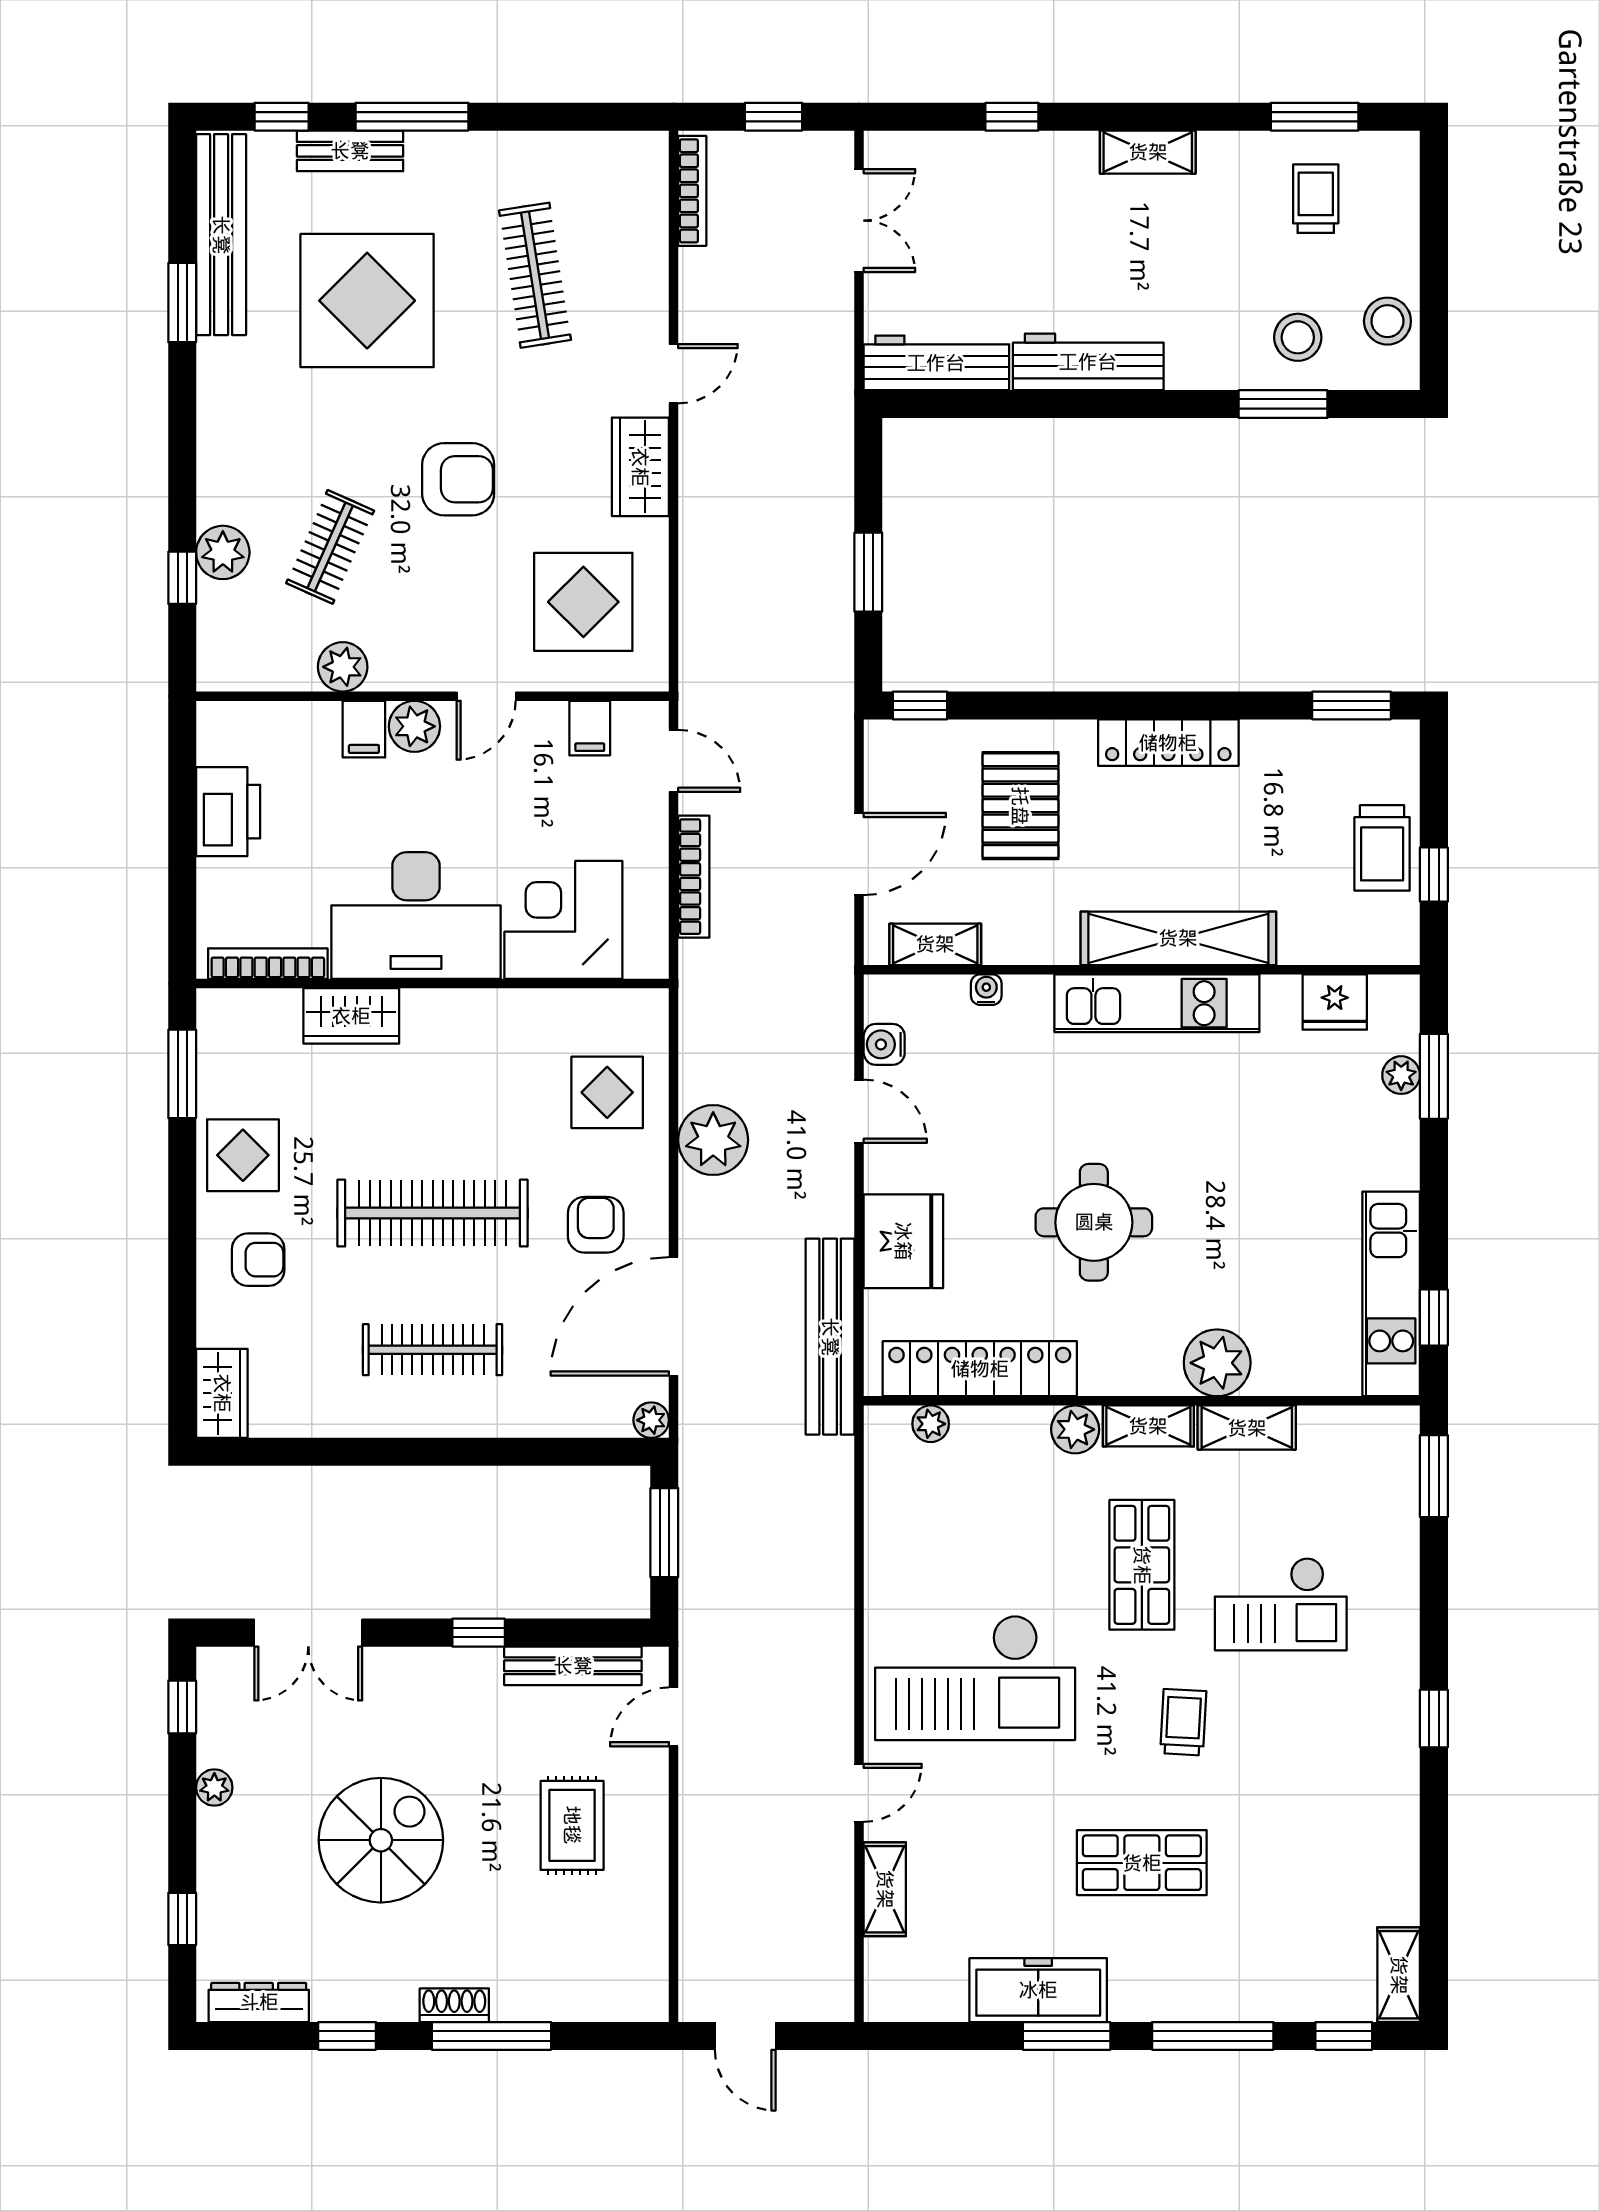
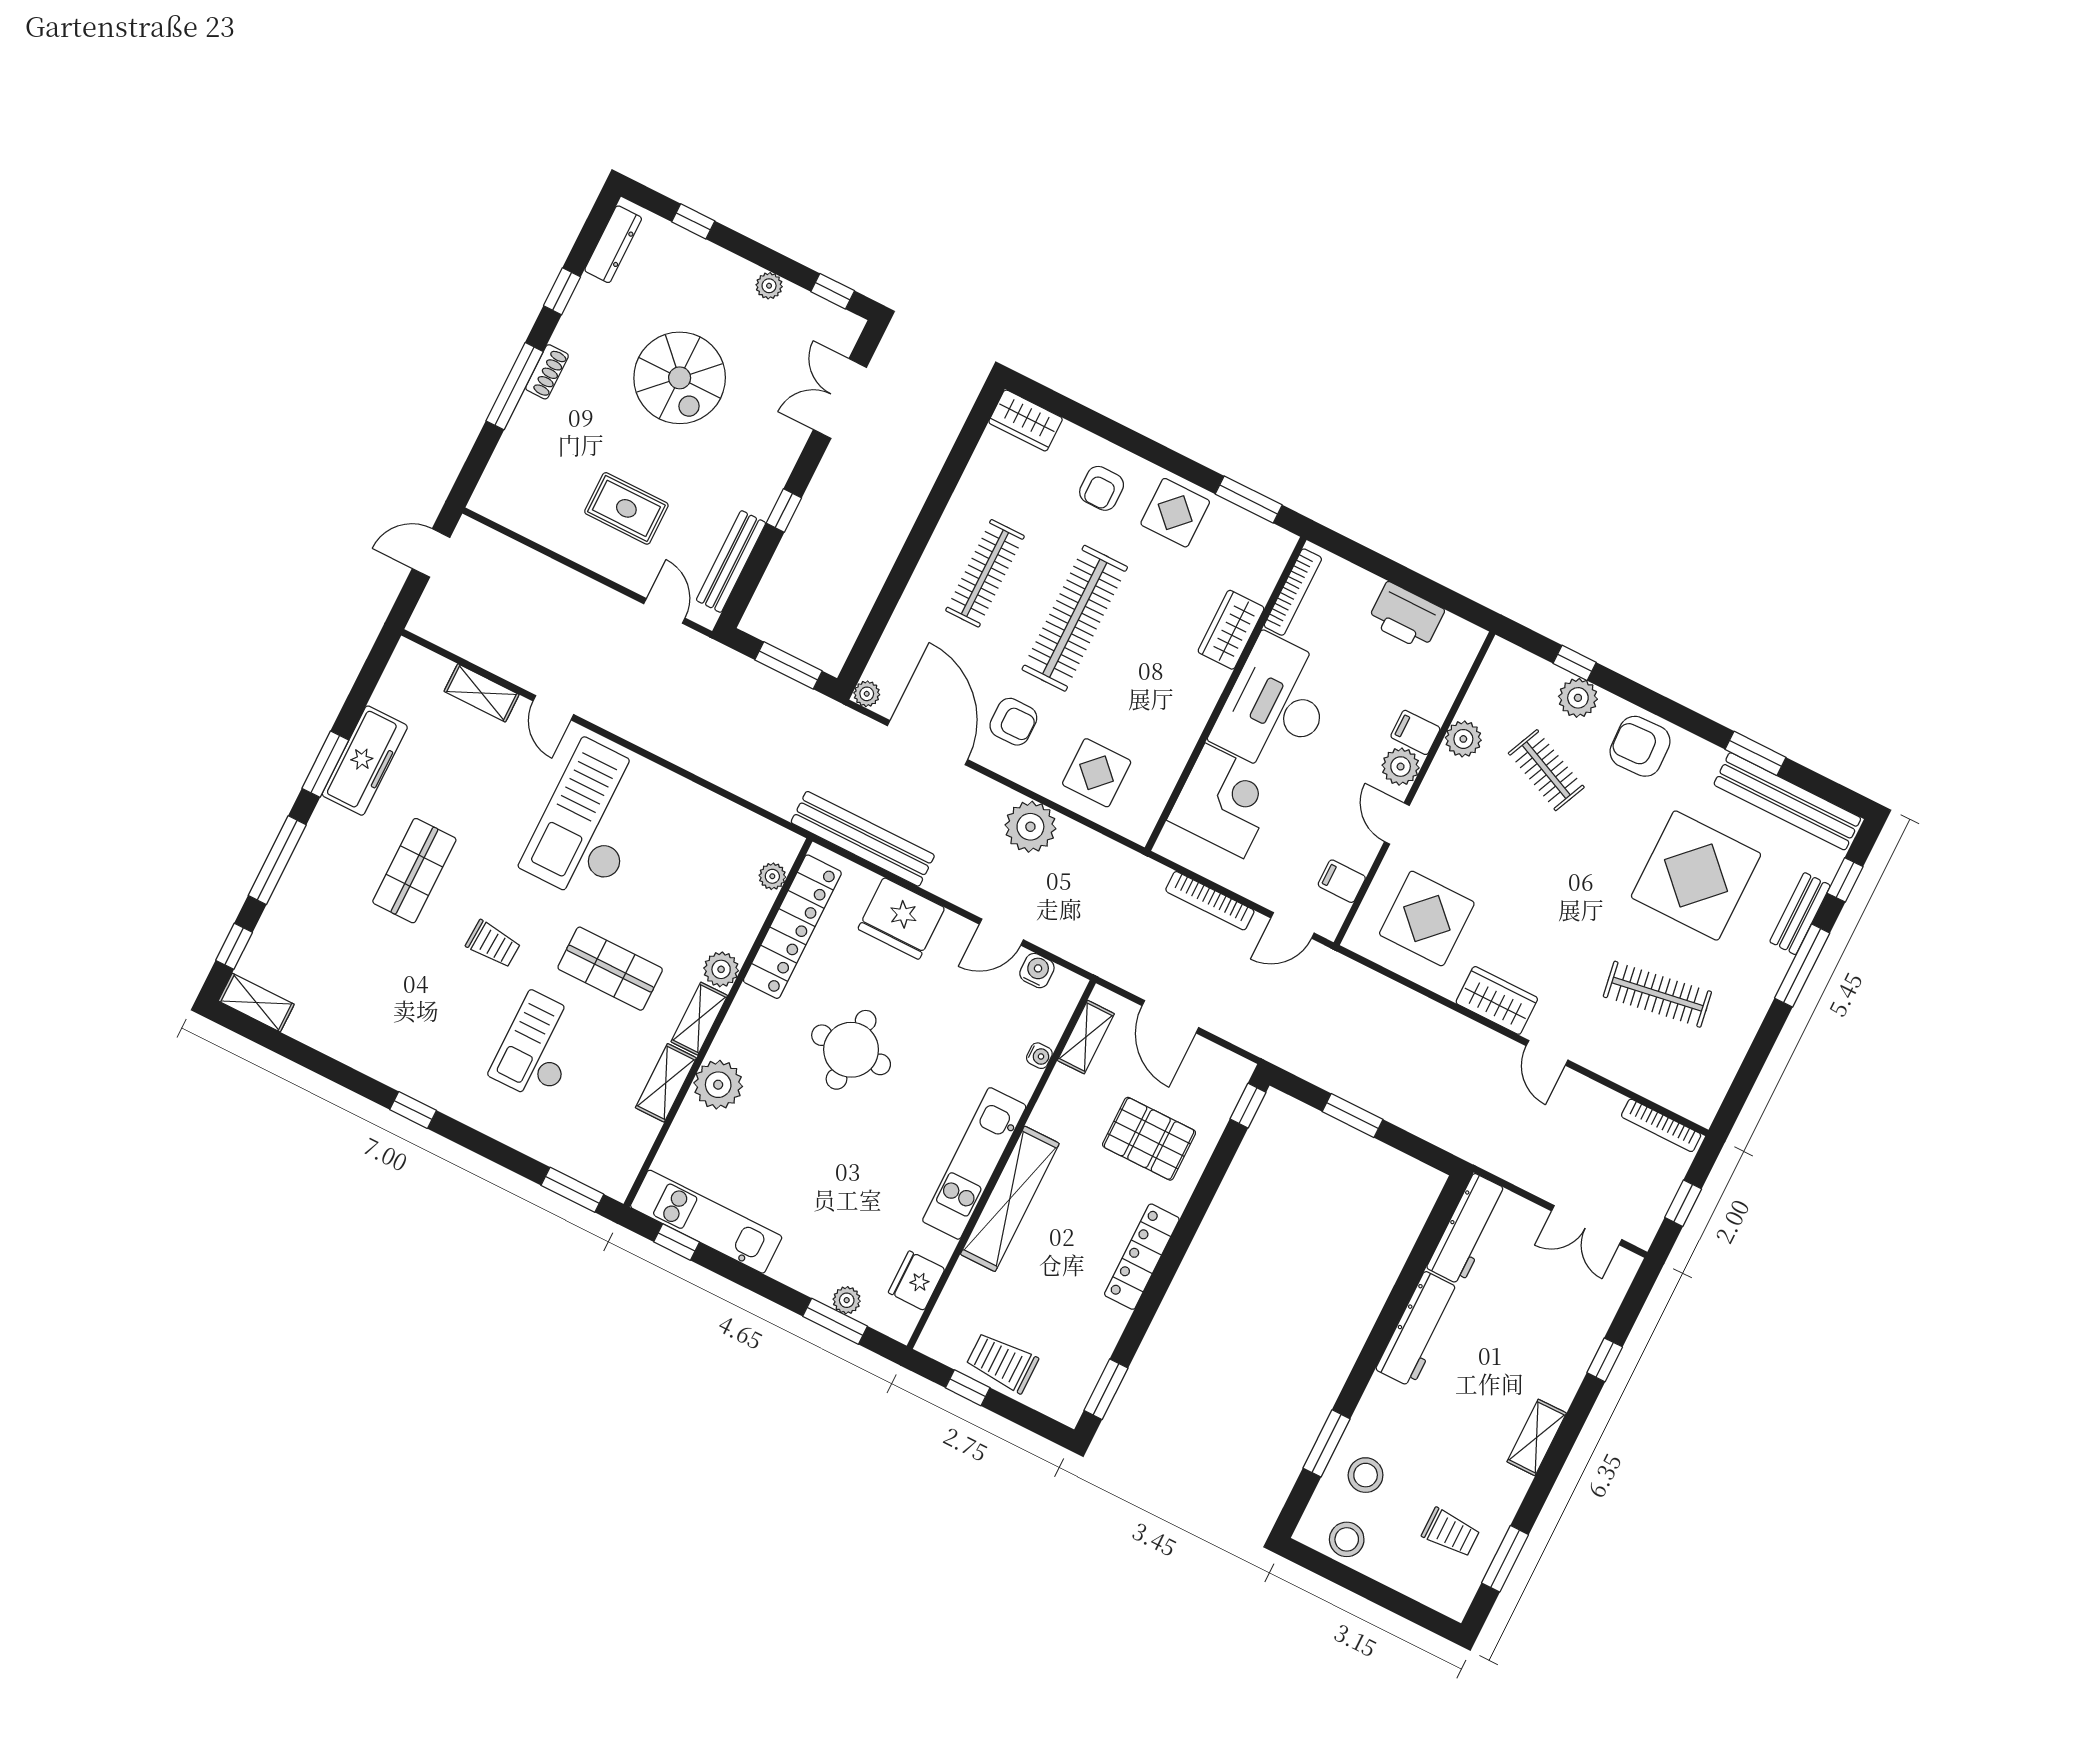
armchair: (458, 479) -> (1640, 746), moved, turned 88

